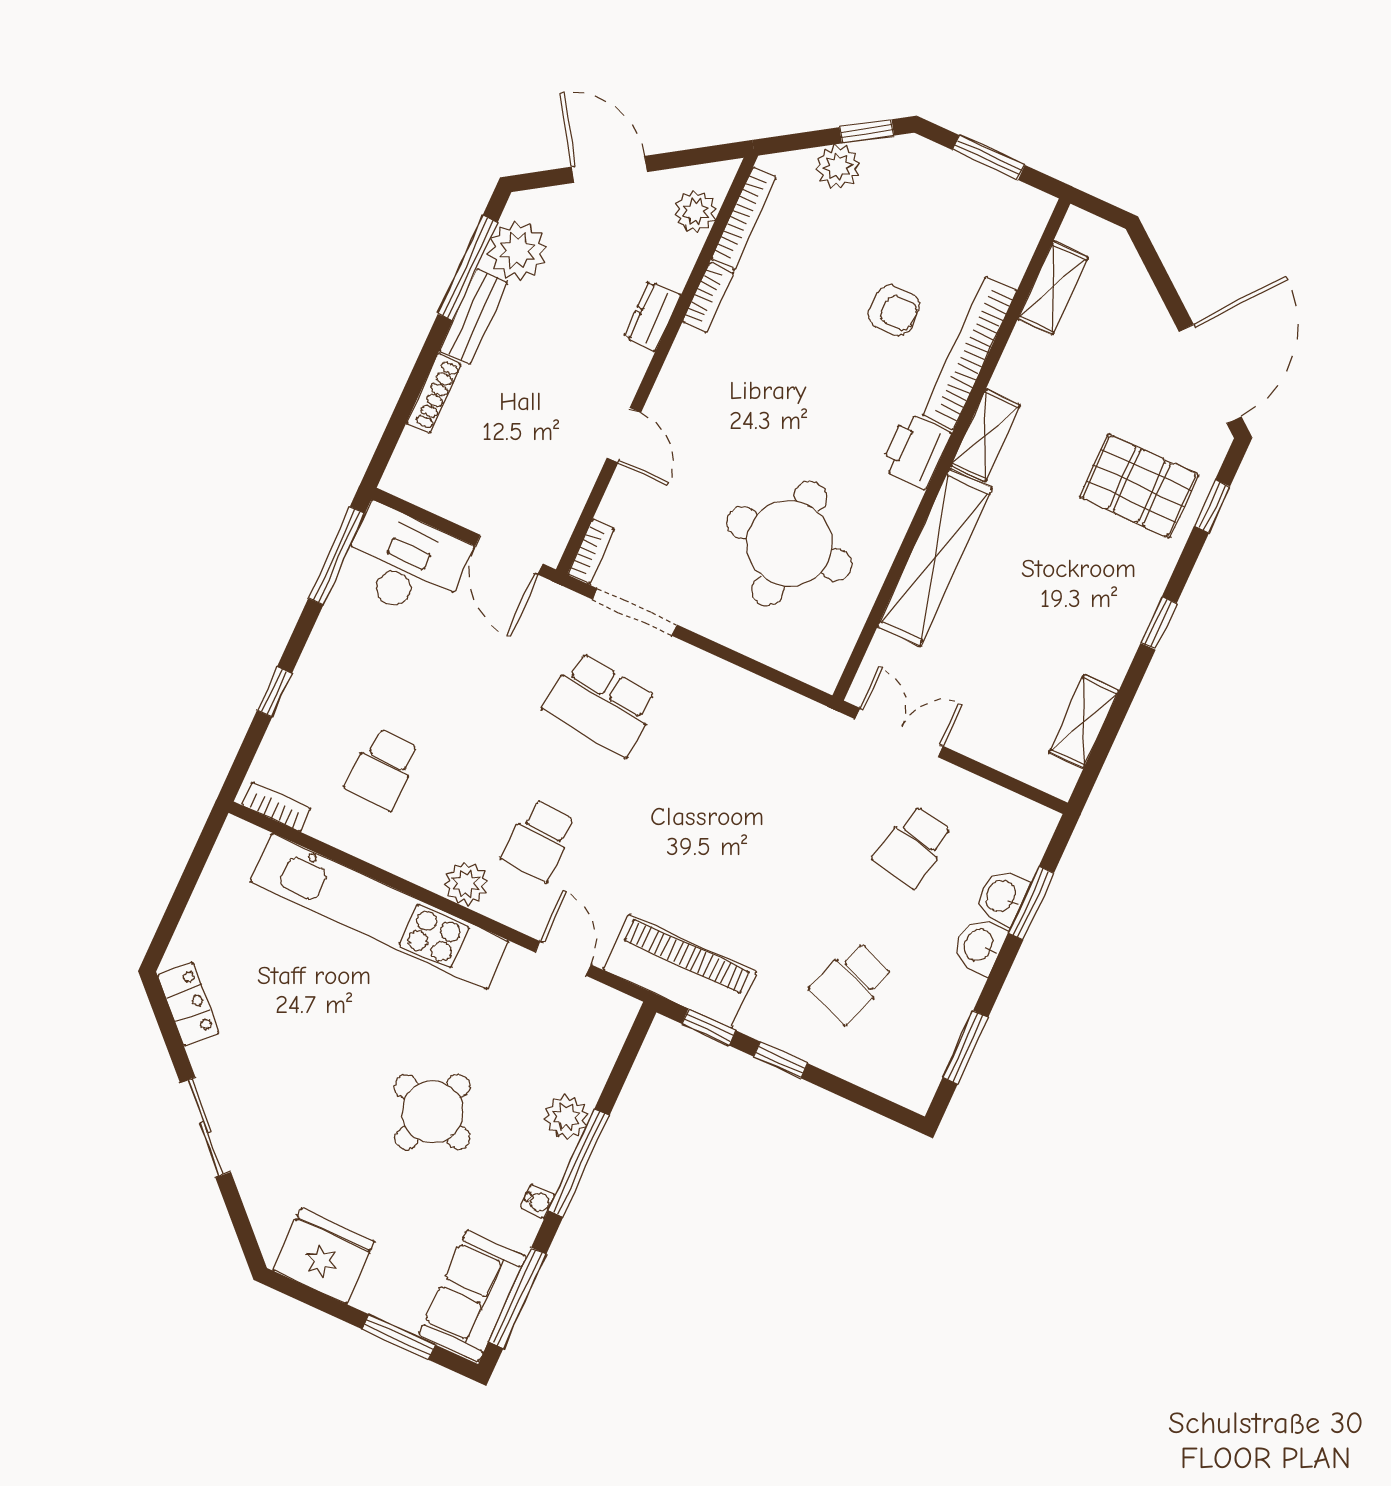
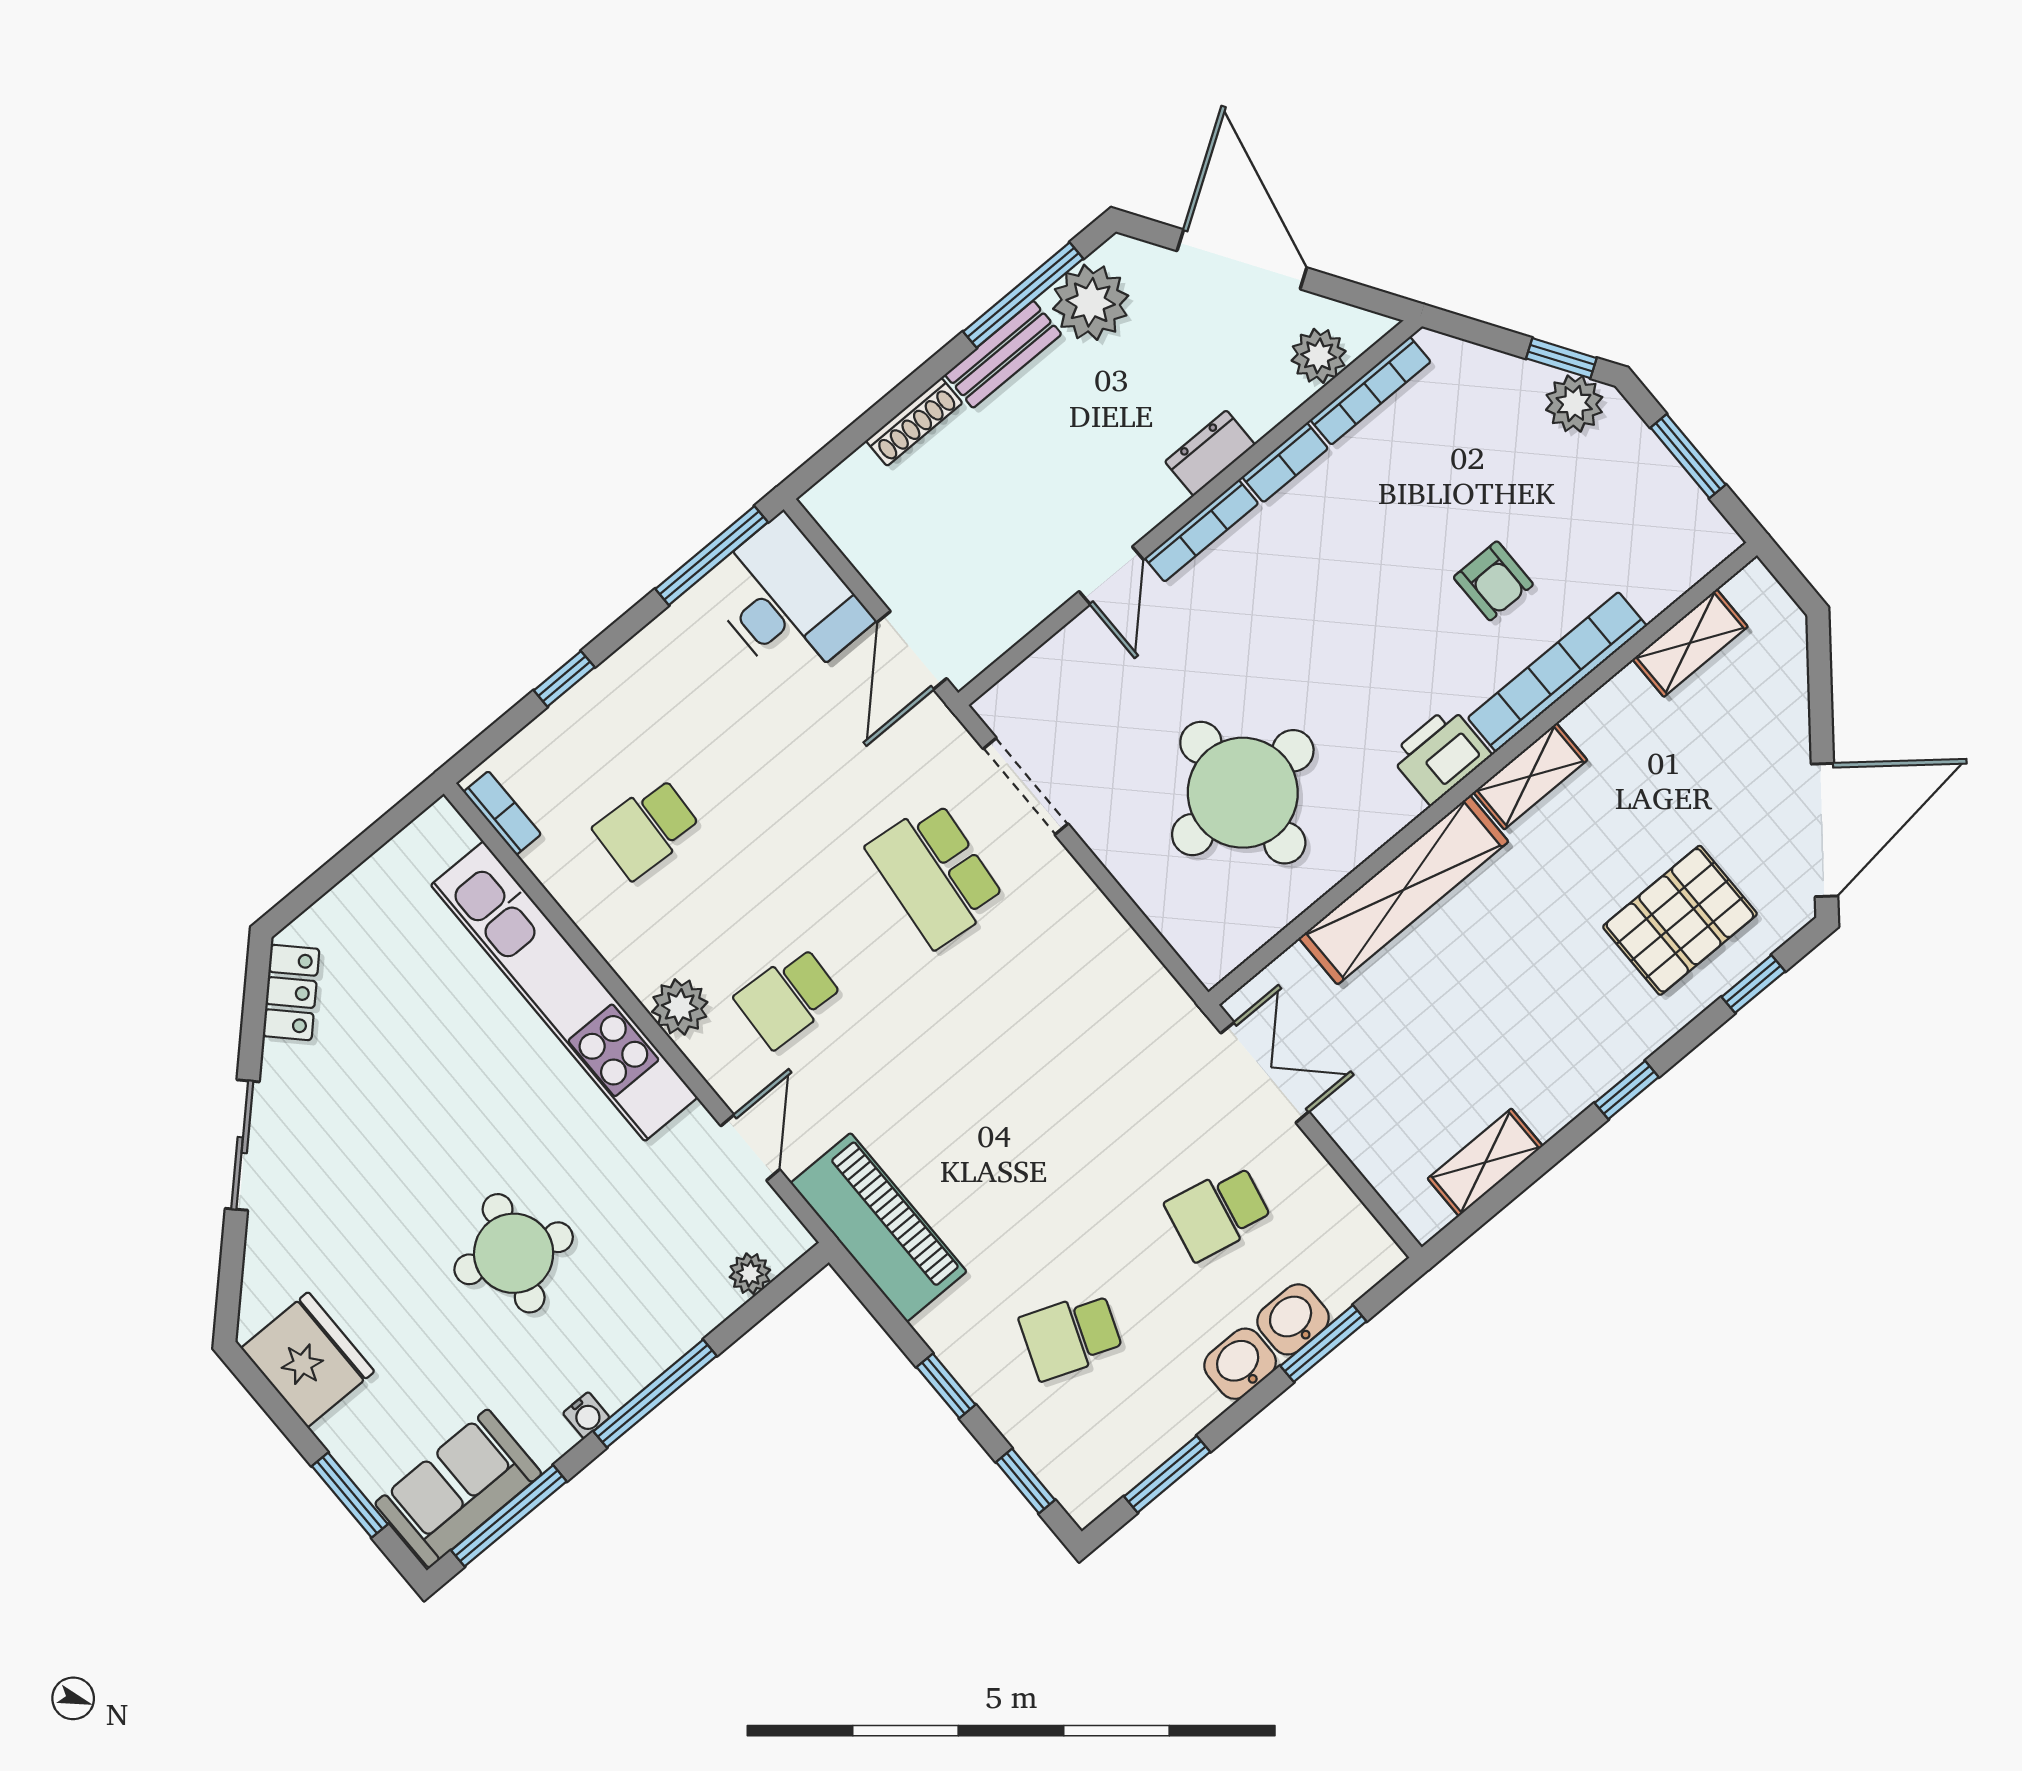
plant: (838, 167) -> (1574, 404), moved
door: (609, 169) -> (1242, 259), width x1.36
pallet: (1139, 486) -> (1680, 920), turned 90
bookcase: (591, 552) -> (1202, 531), moved, width x1.56
window: (709, 1027) -> (1026, 1481), moved
plant: (566, 1117) -> (750, 1274), moved, width x0.73, depth x0.73

